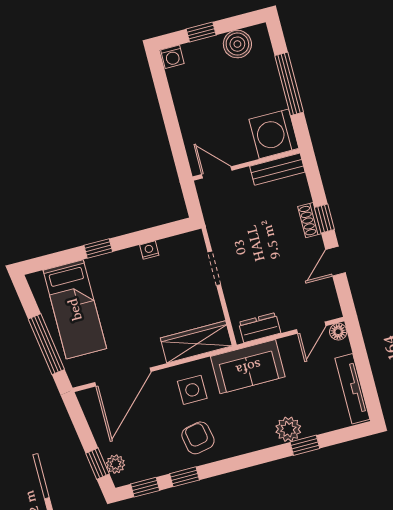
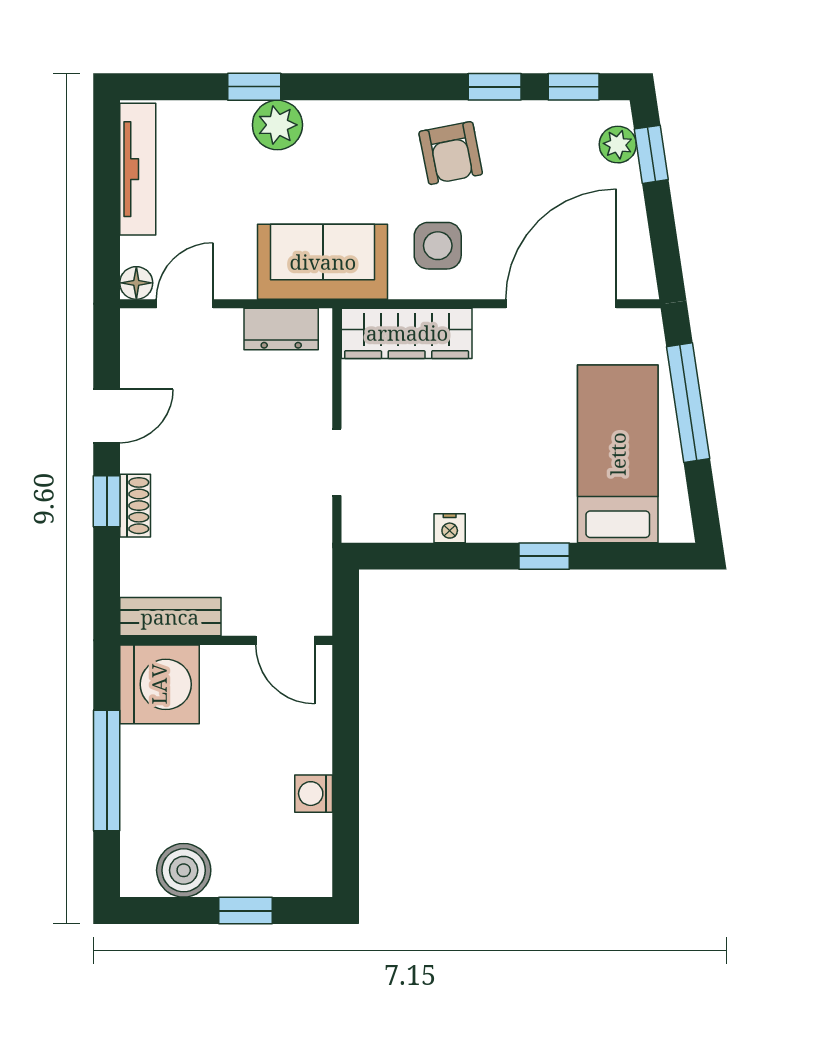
washing machine: (172, 57) -> (314, 794), moved, turned -90

